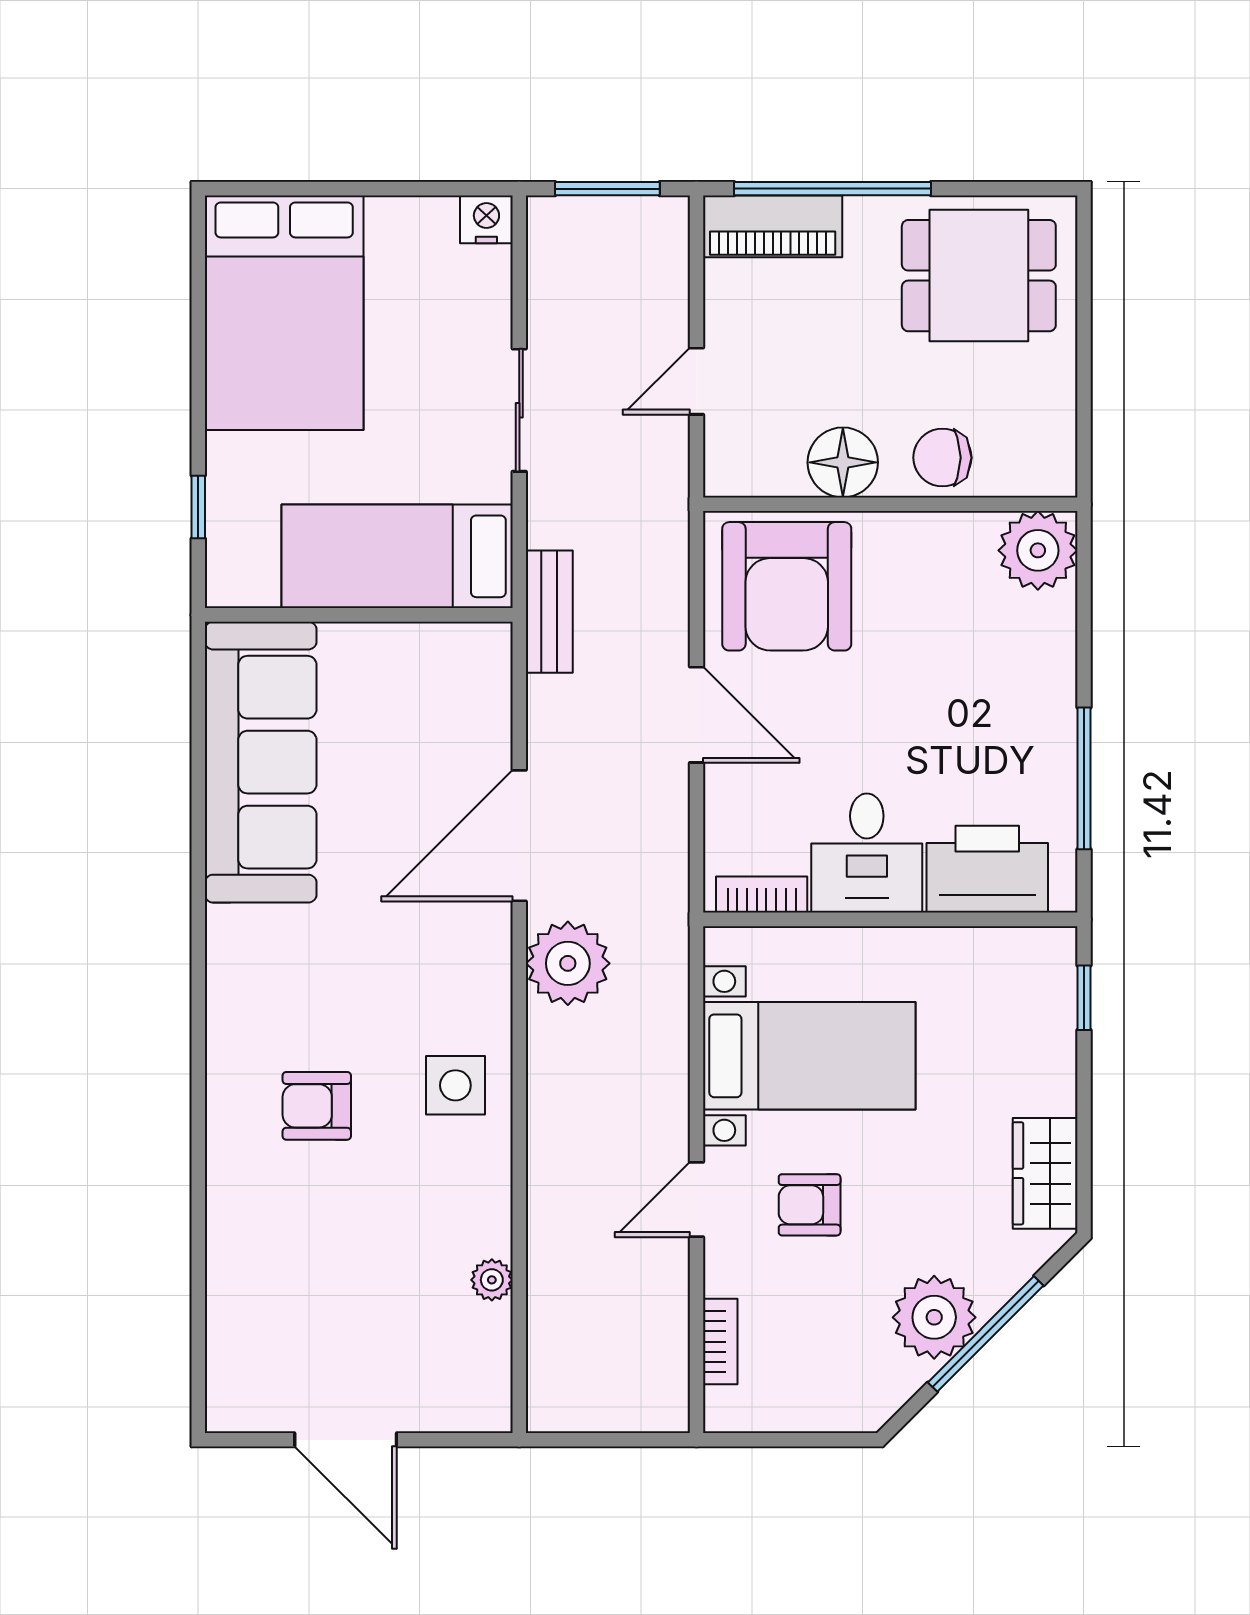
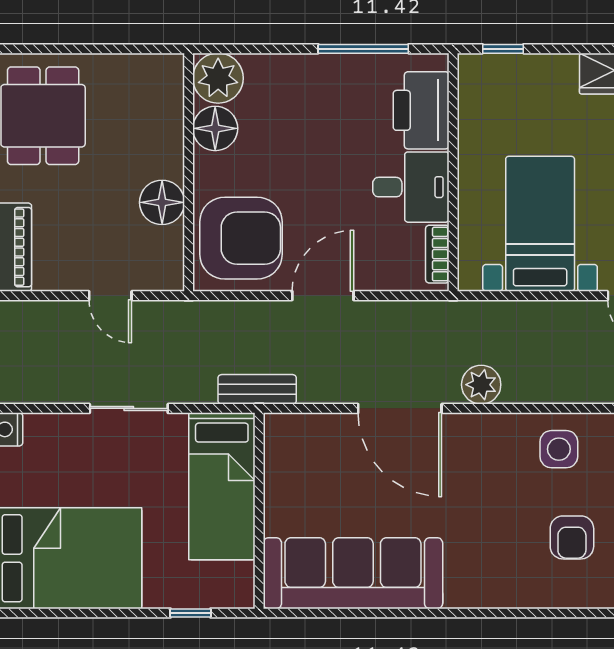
chair: (942, 458) -> (159, 139), removed
floor lamp: (959, 546) -> (215, 128), added
plant: (568, 963) -> (481, 385), width x0.73, depth x0.73

